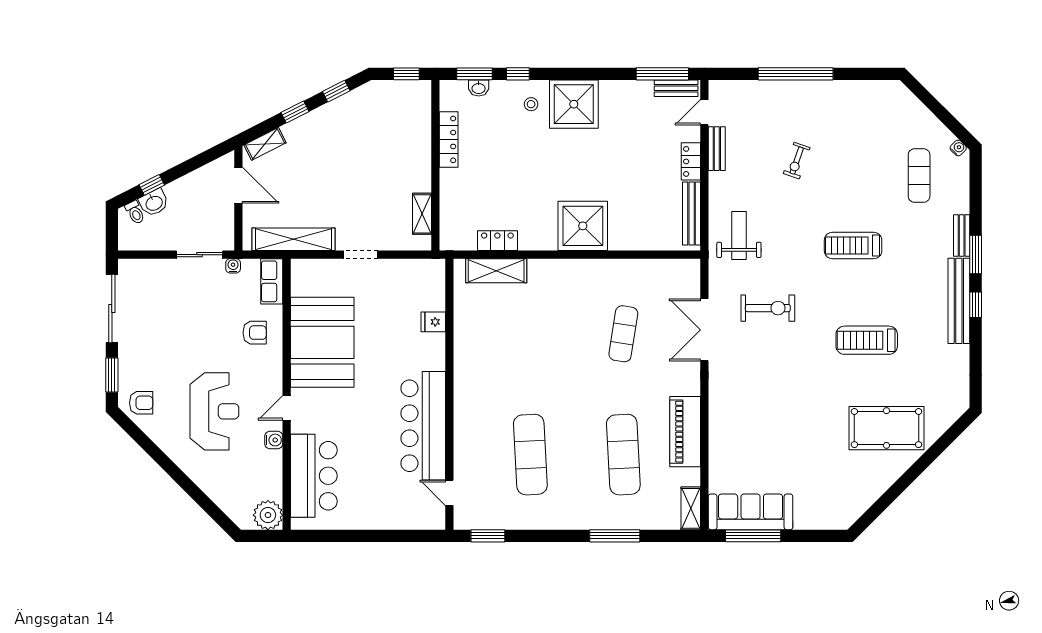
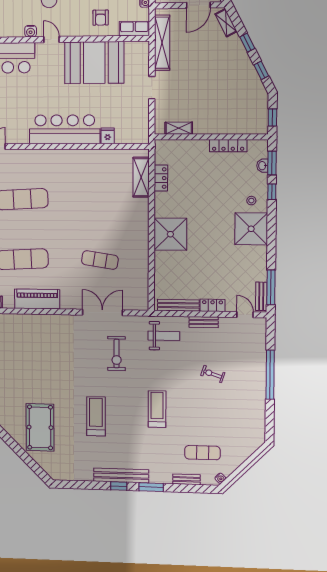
bench: (717, 149) -> (204, 322), moved
bench: (962, 236) -> (186, 479), moved
bar counter: (423, 426) -> (65, 129), moved

